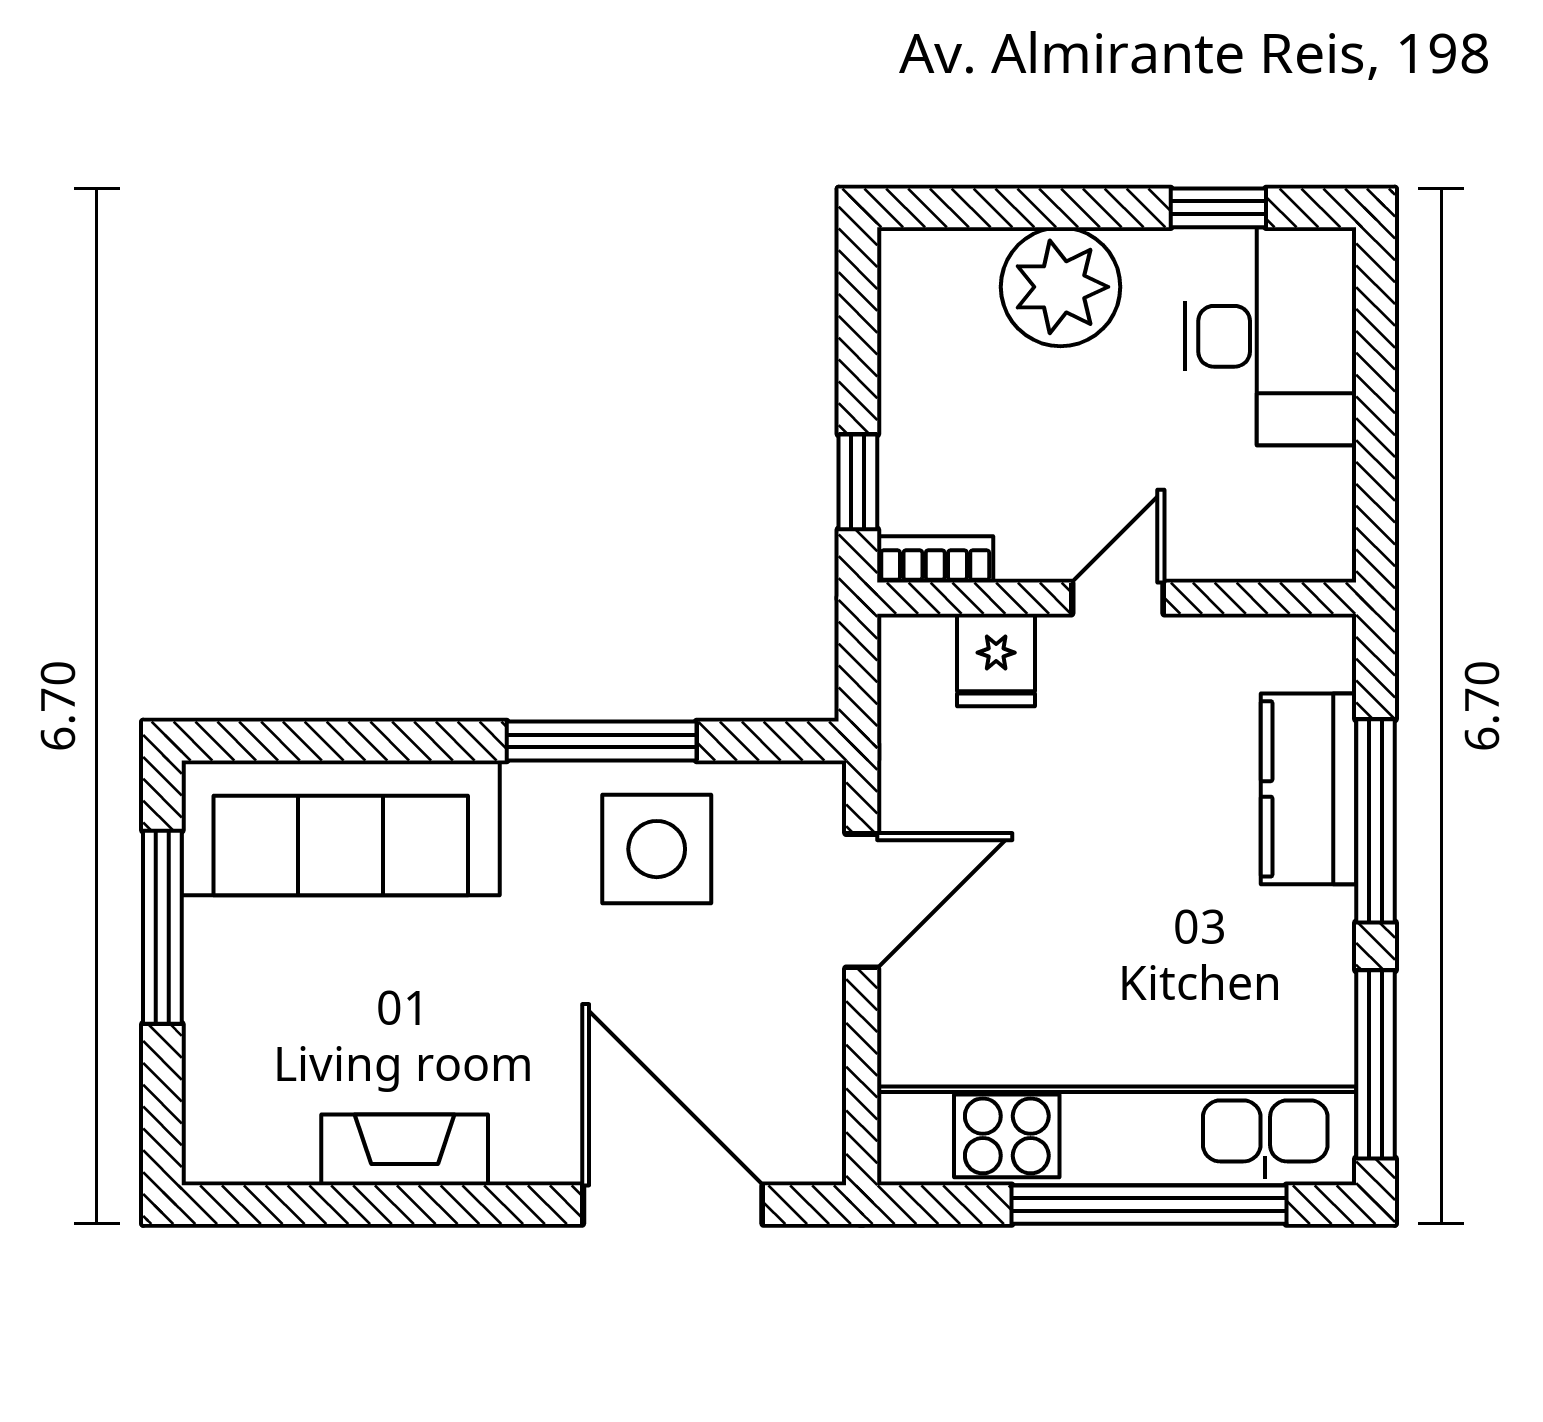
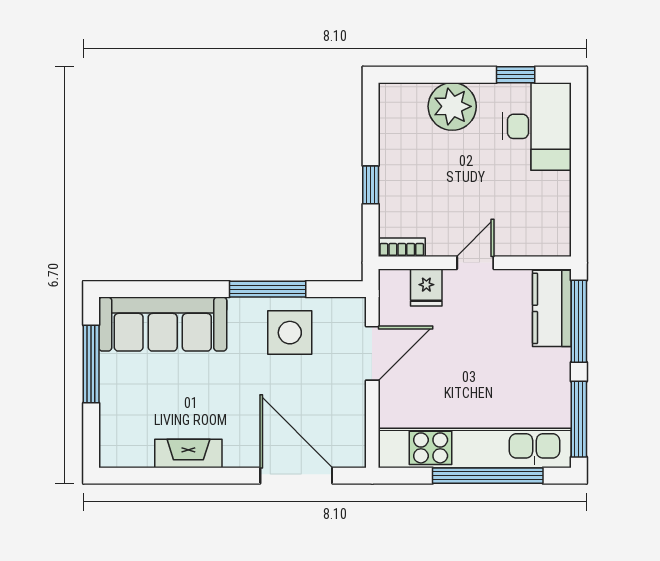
bookcase: (935, 559) -> (402, 247), moved
wall: (1117, 598) -> (475, 263), moved
door: (1118, 598) -> (475, 263), moved
fridge: (996, 660) -> (426, 288), moved

